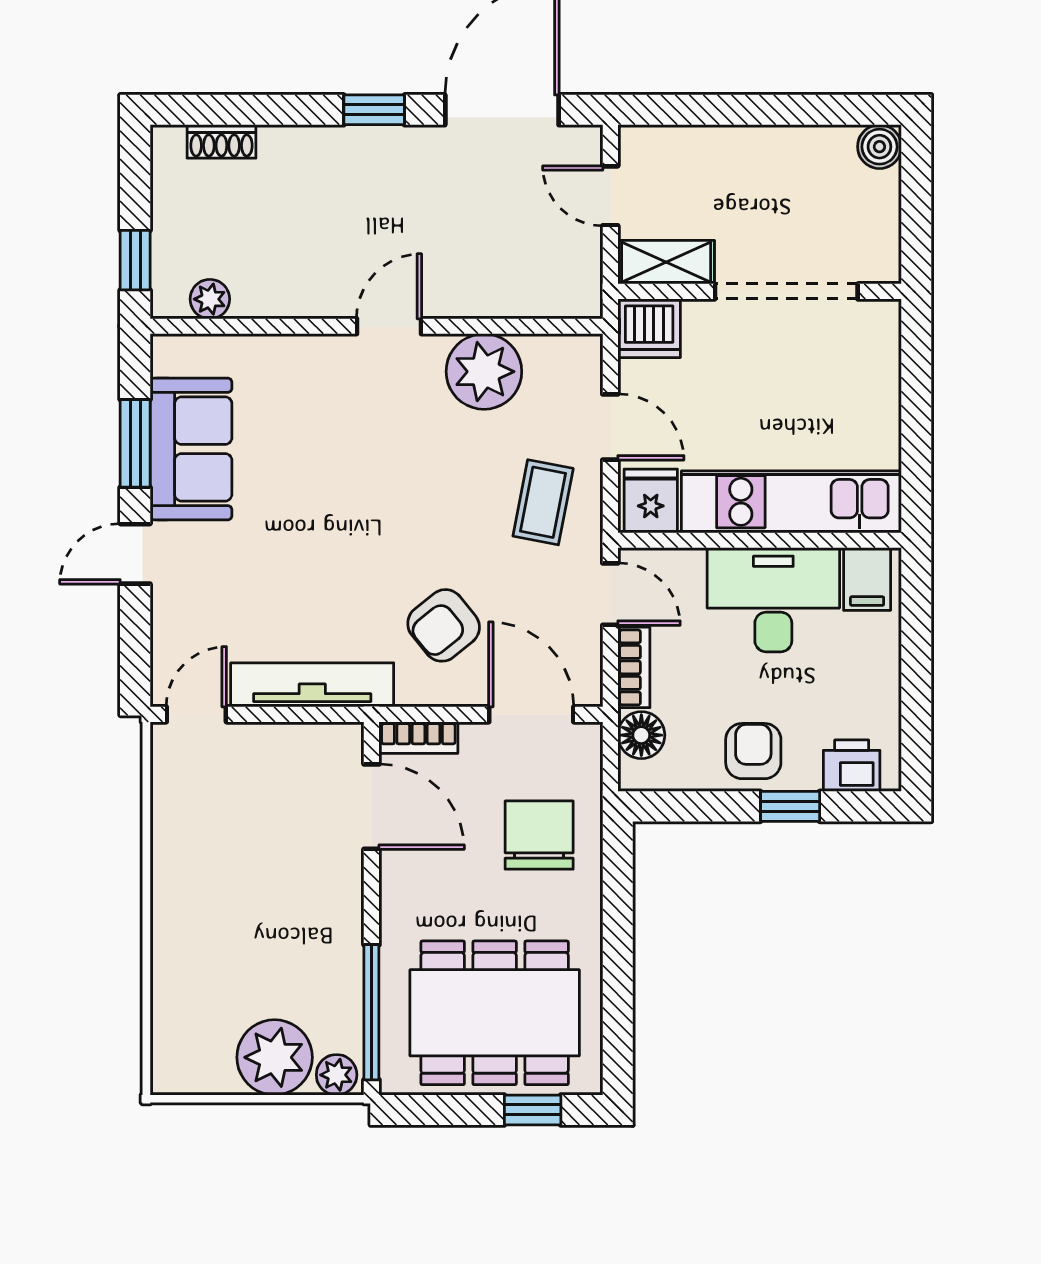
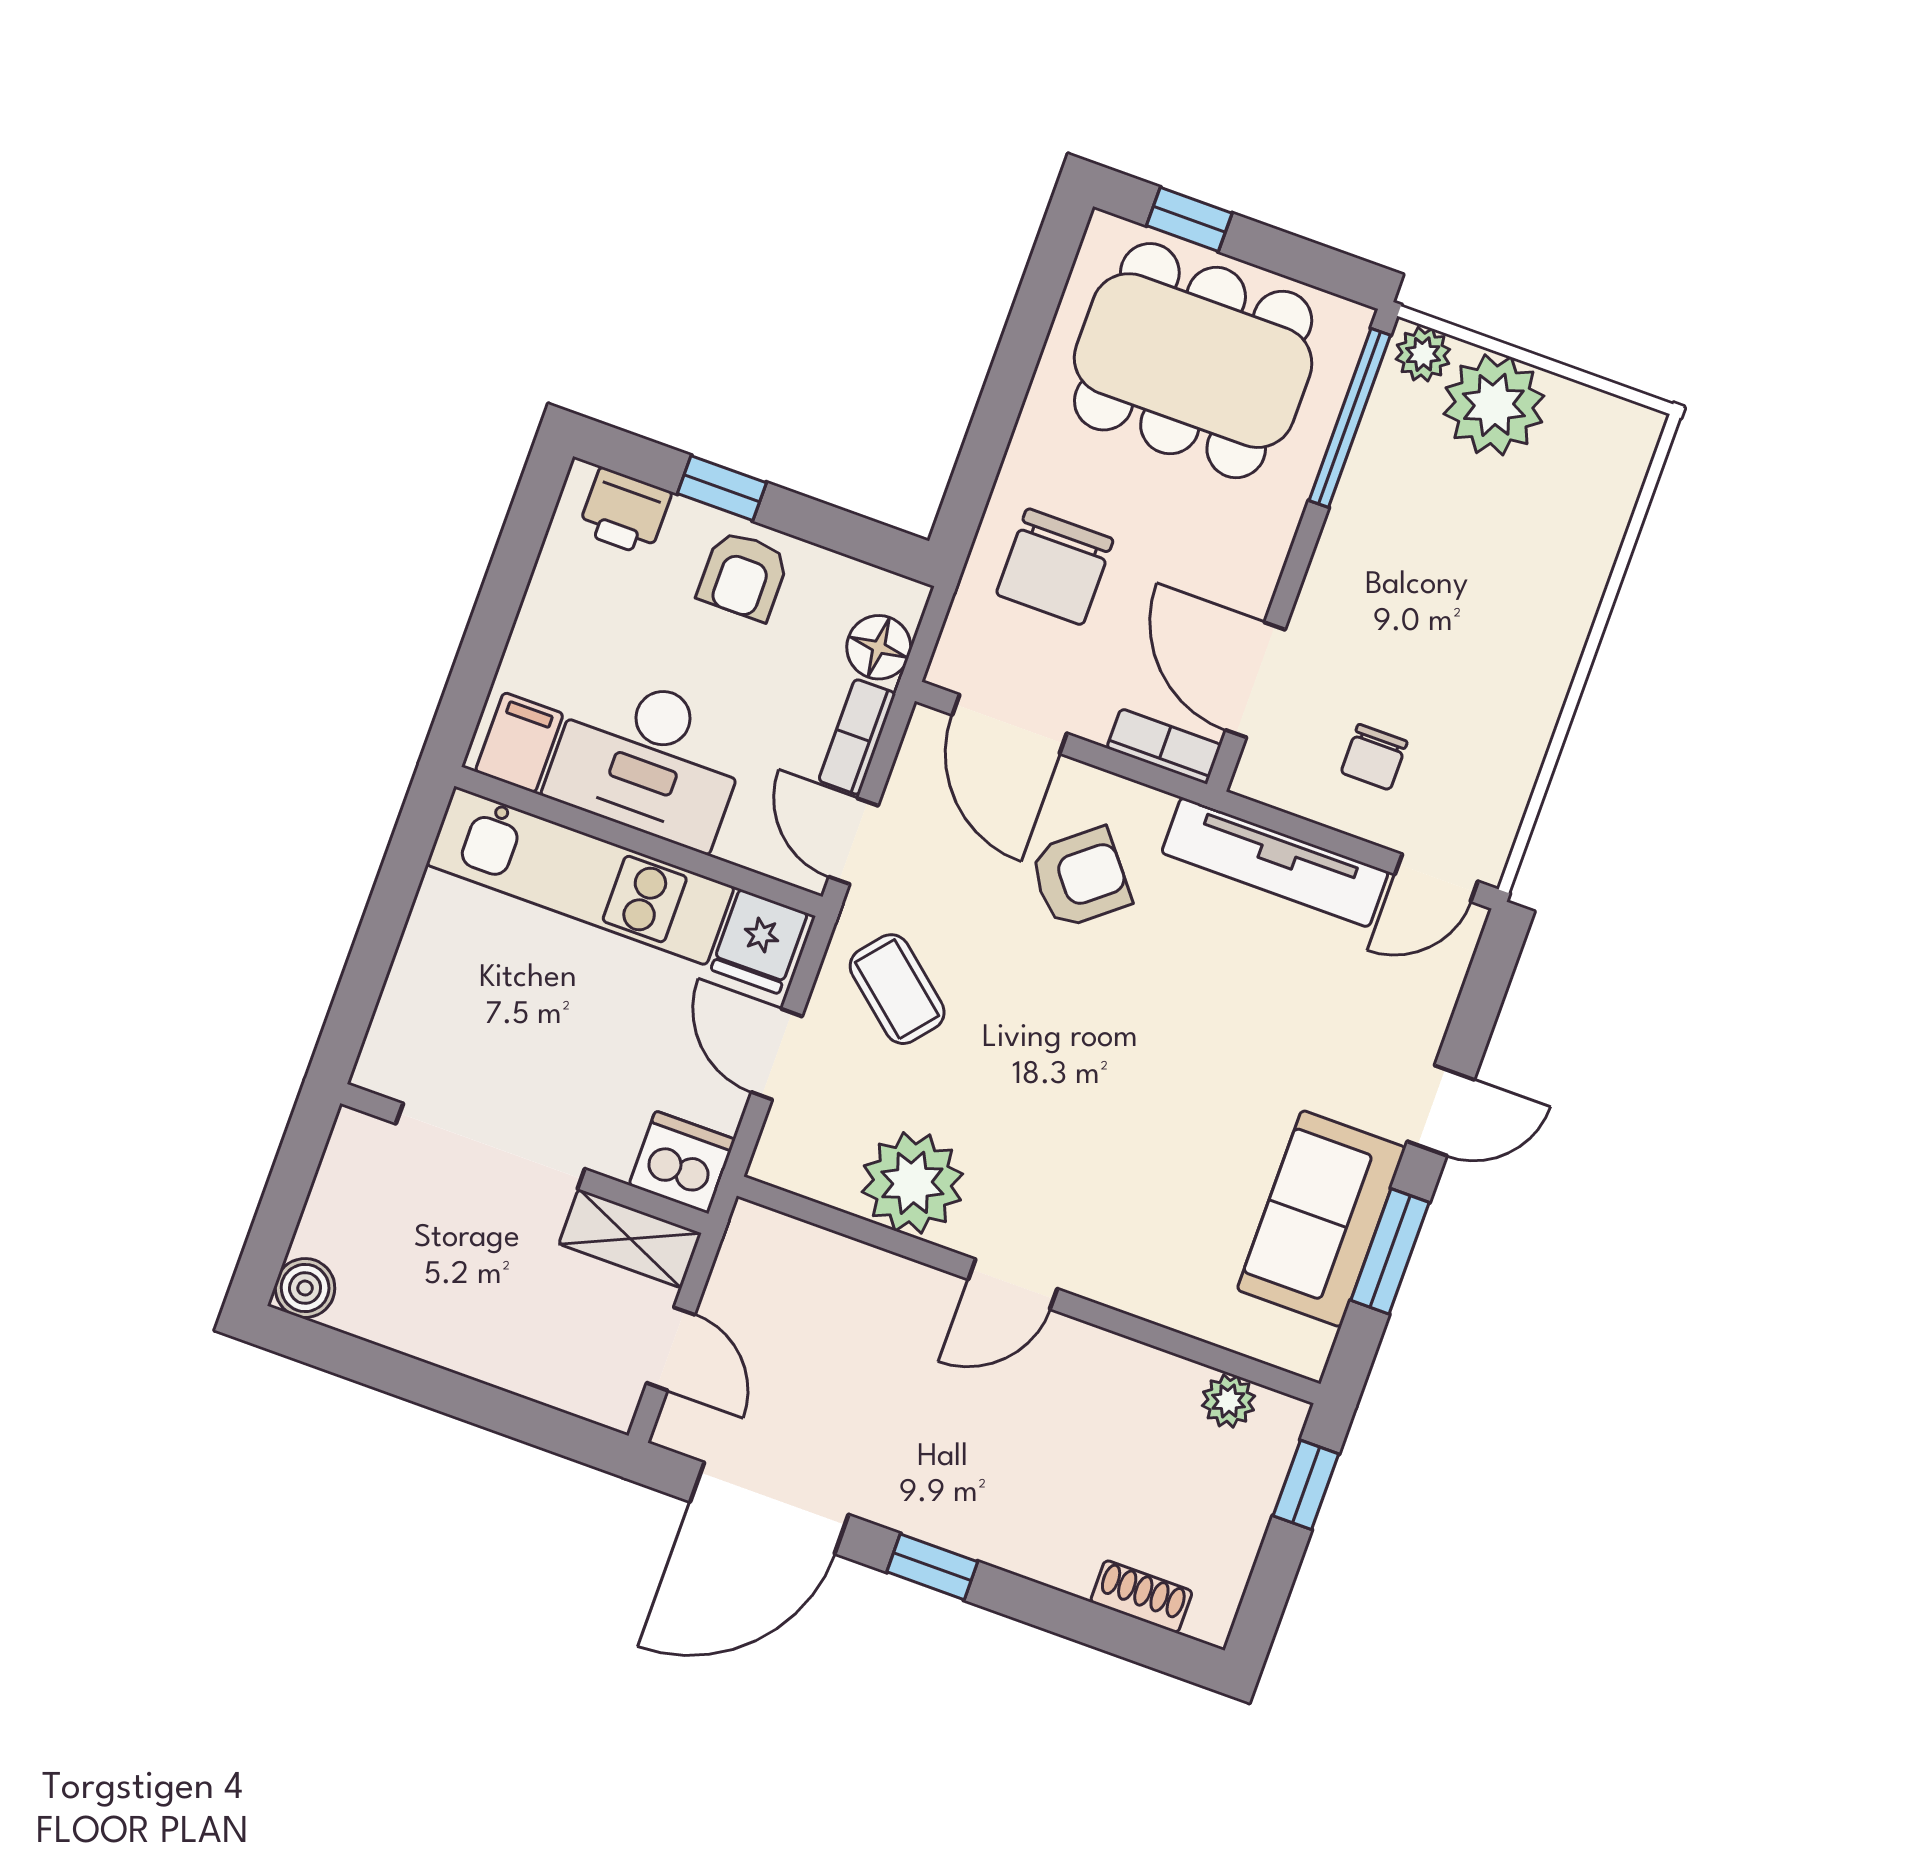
coffee table: (543, 502) -> (897, 989), turned -61
chair: (270, 783) -> (1374, 757), added

